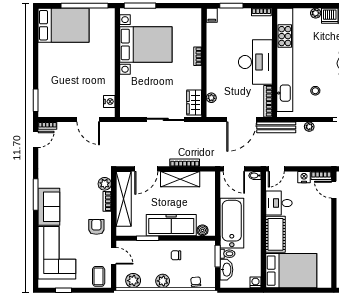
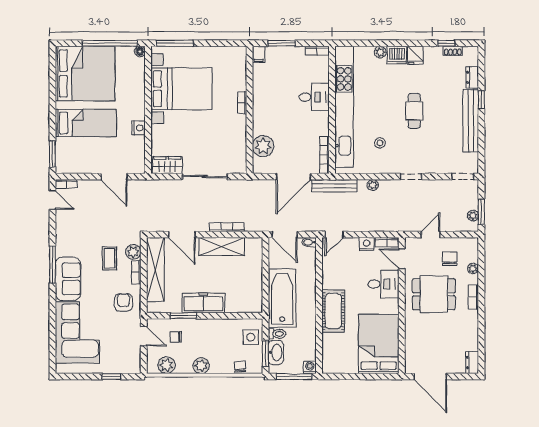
floor lamp: (110, 13) -> (140, 51), added
bed: (63, 25) -> (85, 73), width x1.36
desk: (255, 62) -> (314, 97), width x0.53, depth x0.77
bed: (64, 74) -> (86, 123), added
plant: (211, 98) -> (263, 146), width x1.88, depth x1.88
nightstand: (109, 101) -> (139, 128), moved
wardrobe: (194, 103) -> (167, 165), moved, turned 90
door: (36, 139) -> (52, 200), hinge flipped
door: (146, 169) -> (182, 235), hinge flipped
desk: (279, 203) -> (383, 284), moved, turned 180
freezer: (171, 225) -> (203, 303), width x0.73, depth x0.79
boiler: (202, 230) -> (248, 306), removed
chair: (176, 255) -> (176, 337), moved
window: (218, 256) -> (265, 354), moved
side table: (205, 257) -> (251, 337), added
bed: (291, 271) -> (379, 344), moved, turned -90
coffee table: (99, 276) -> (109, 258), moved
window: (63, 290) -> (111, 377), moved
window: (242, 290) -> (294, 377), added

